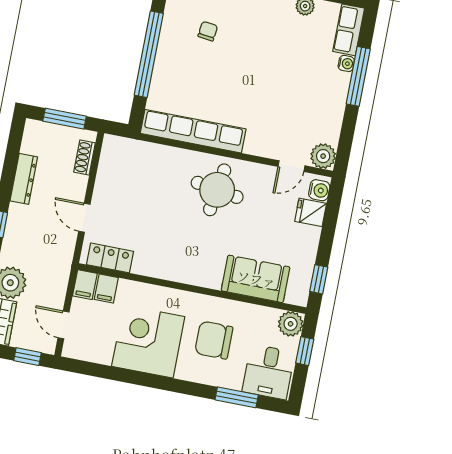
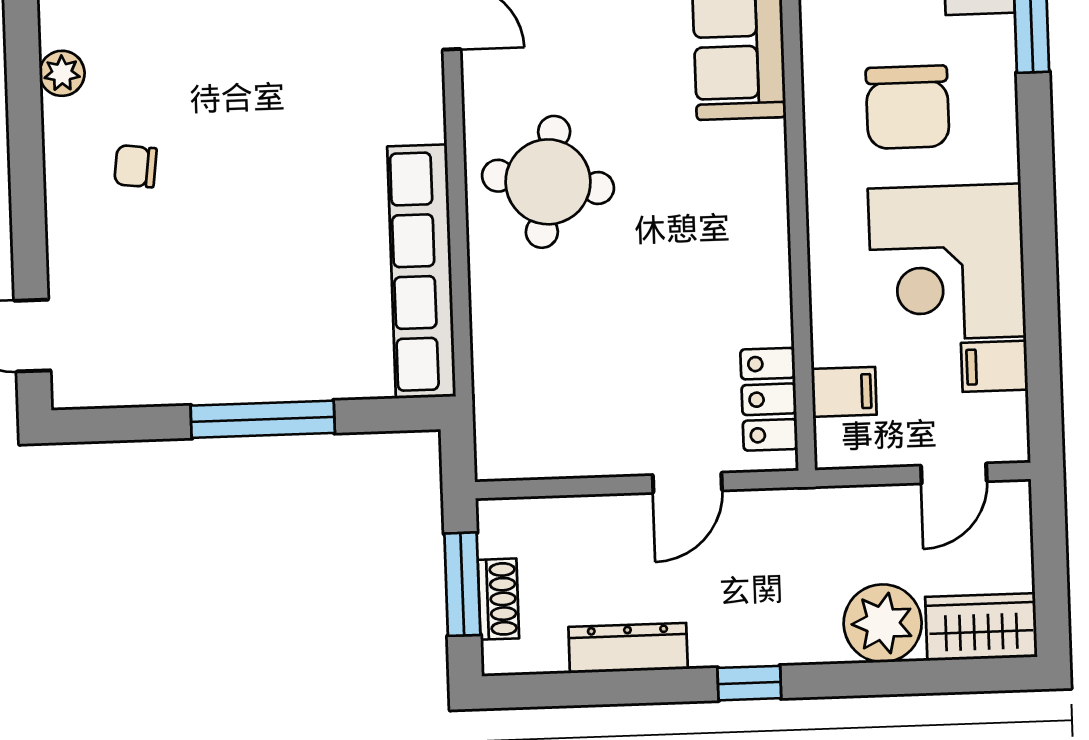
chair: (208, 31) -> (135, 166), moved
window: (149, 54) -> (263, 419), width x0.68
shoe rack: (85, 158) -> (498, 599), moved, turned -90
filing cabinet: (85, 285) -> (994, 366), moved, turned 180
window: (28, 357) -> (1049, 542), removed

